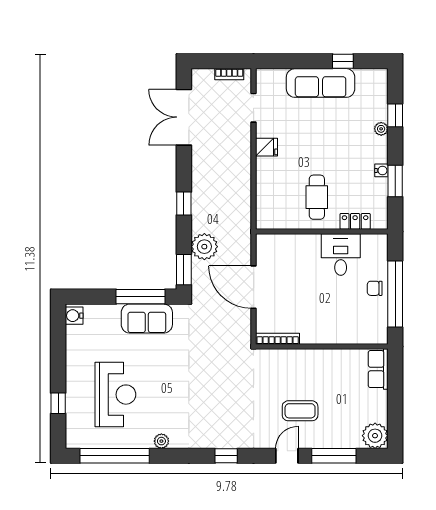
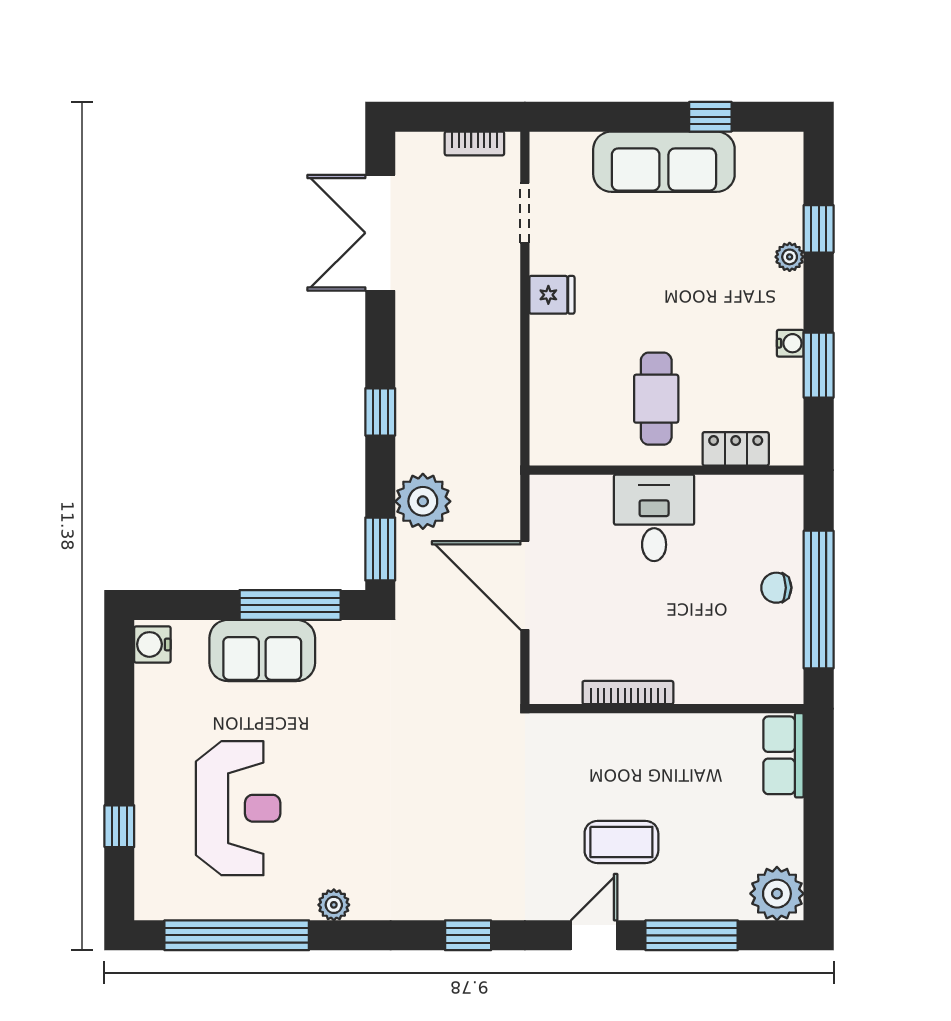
desk: (341, 255) -> (654, 518), moved
sofa: (147, 319) -> (262, 650), moved
bookcase: (278, 339) -> (628, 693), moved

